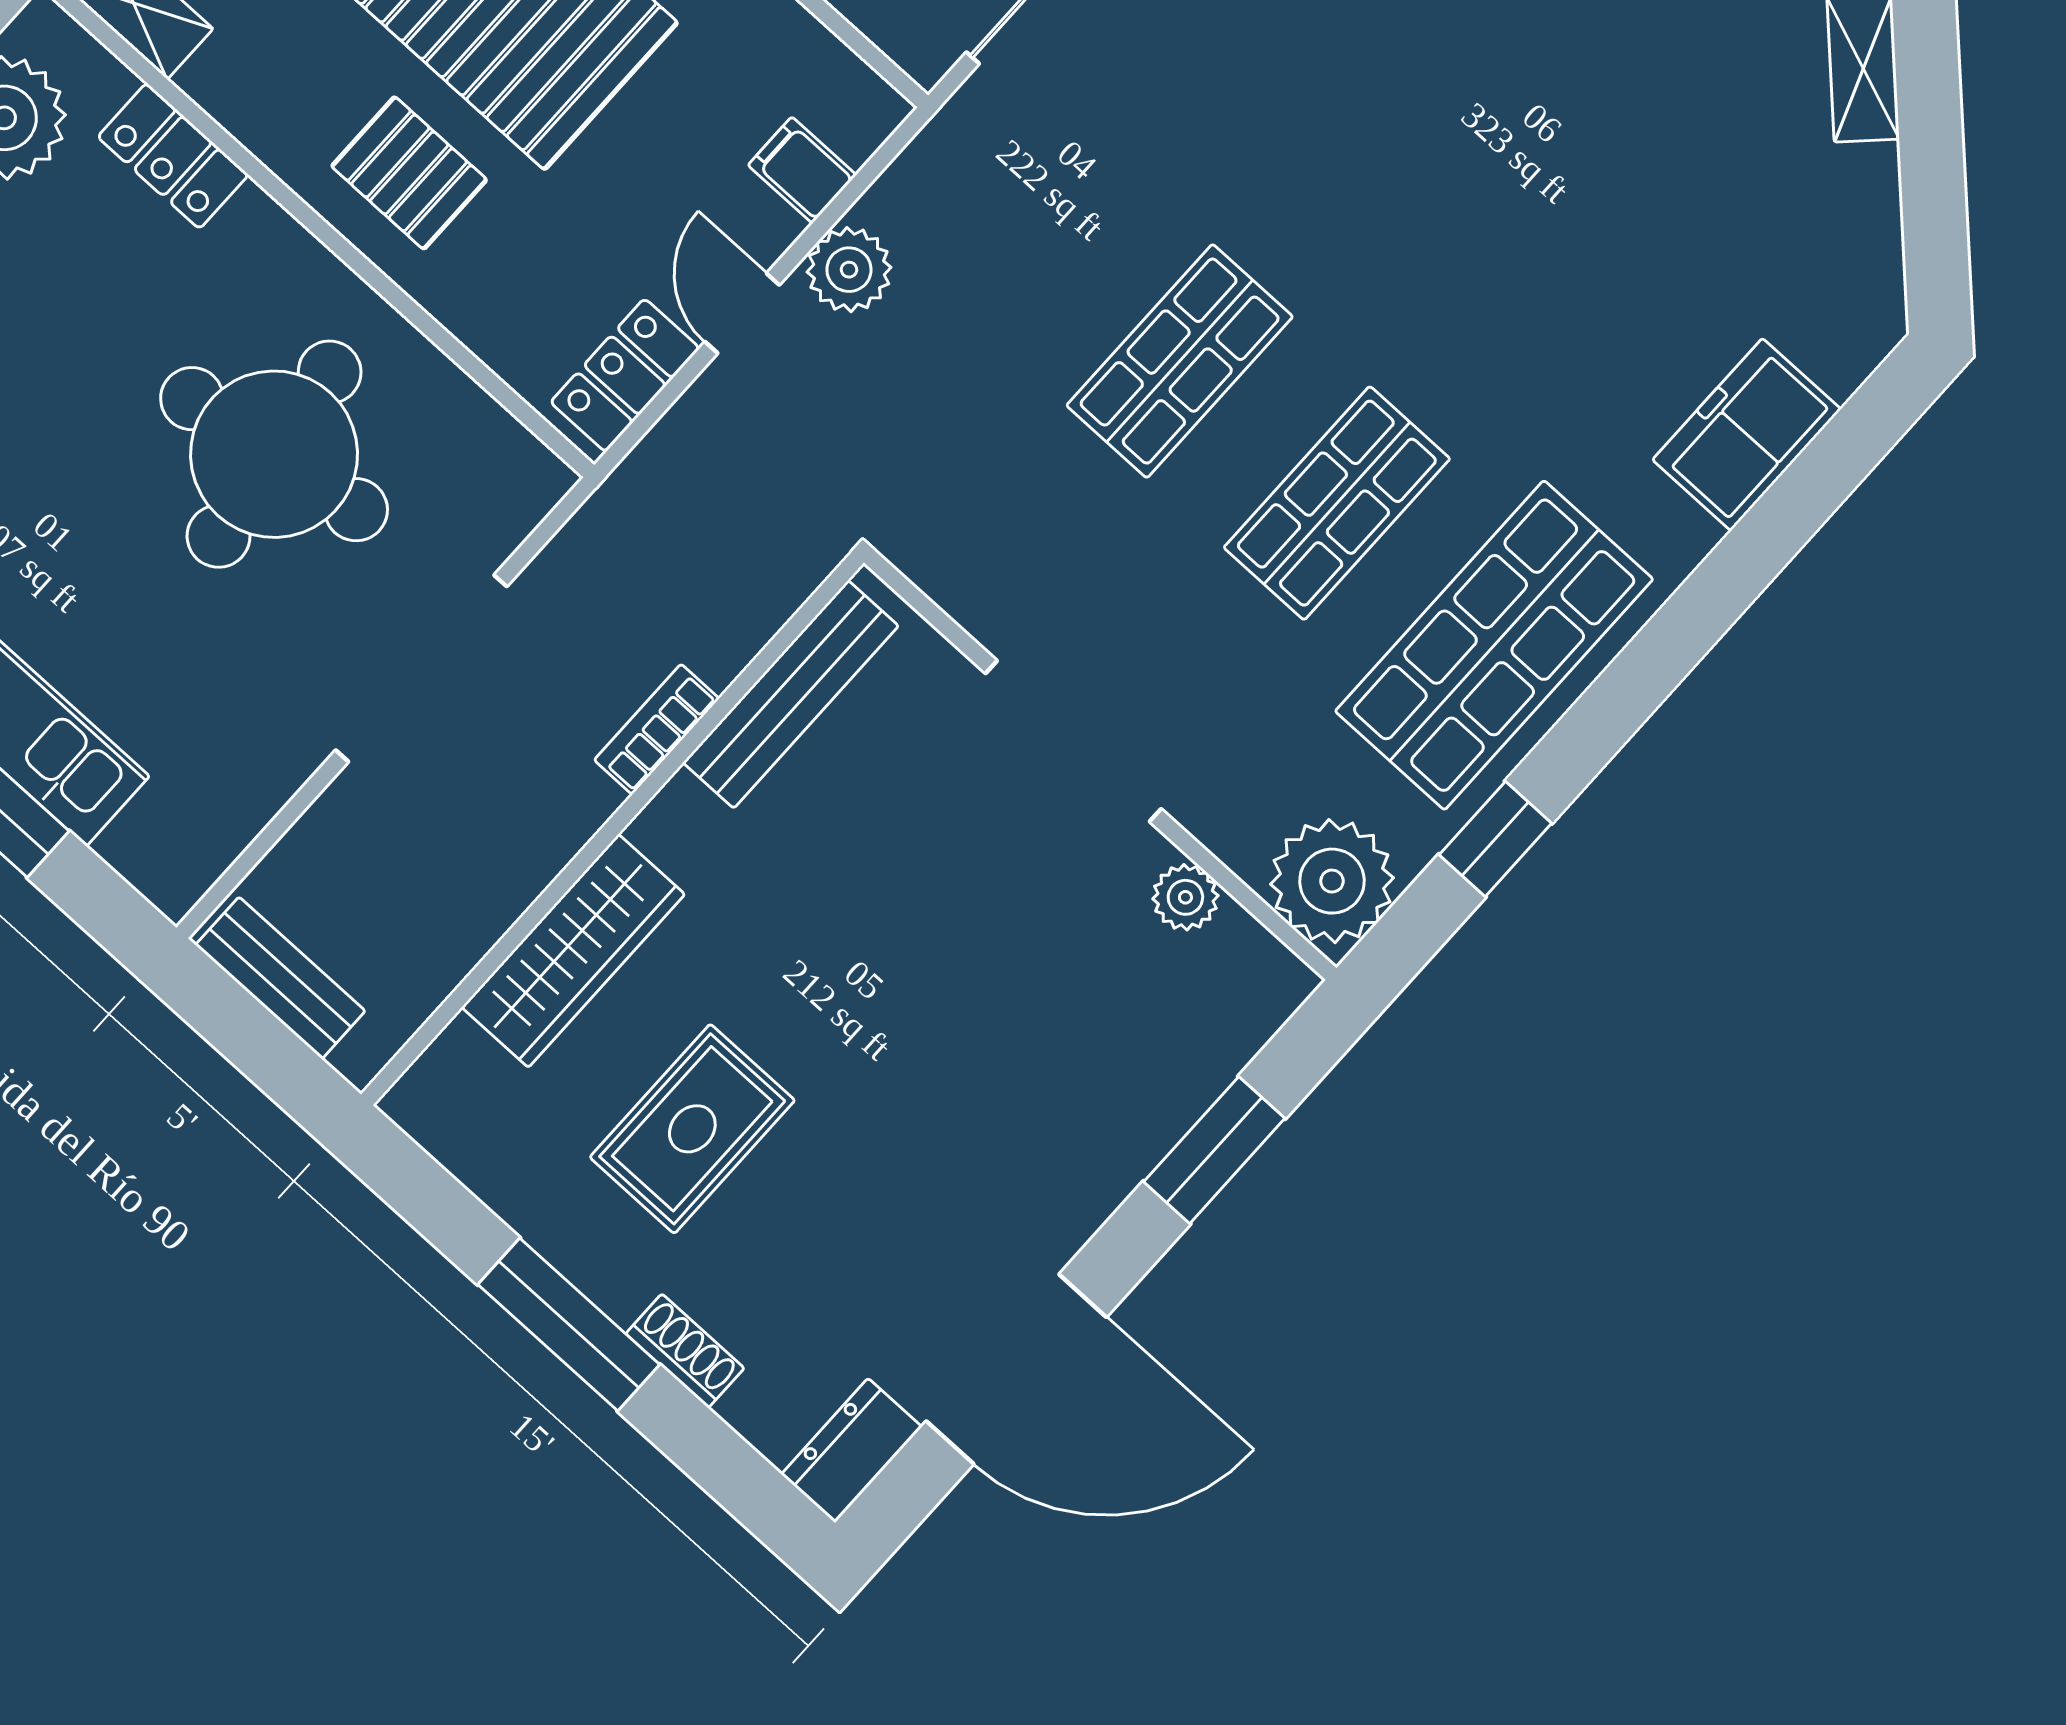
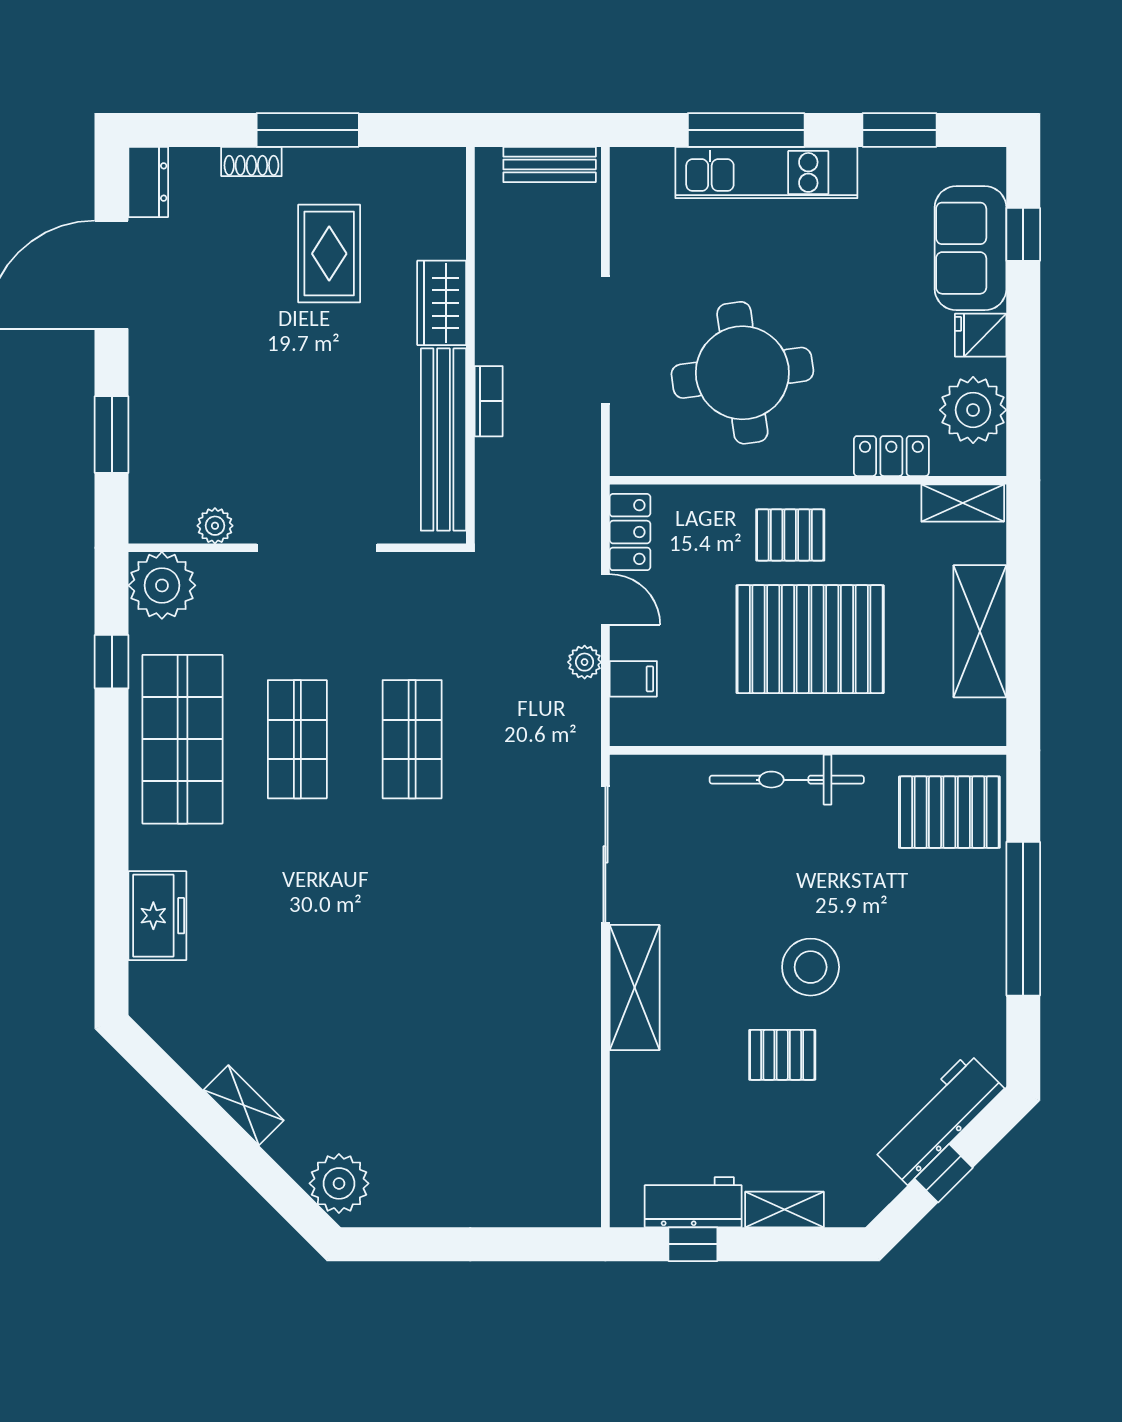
plant: (849, 270) -> (585, 662), width x0.73, depth x0.73
bench: (791, 694) -> (443, 440), width x1.37, depth x1.21
wardrobe: (573, 951) -> (442, 303), width x0.67

